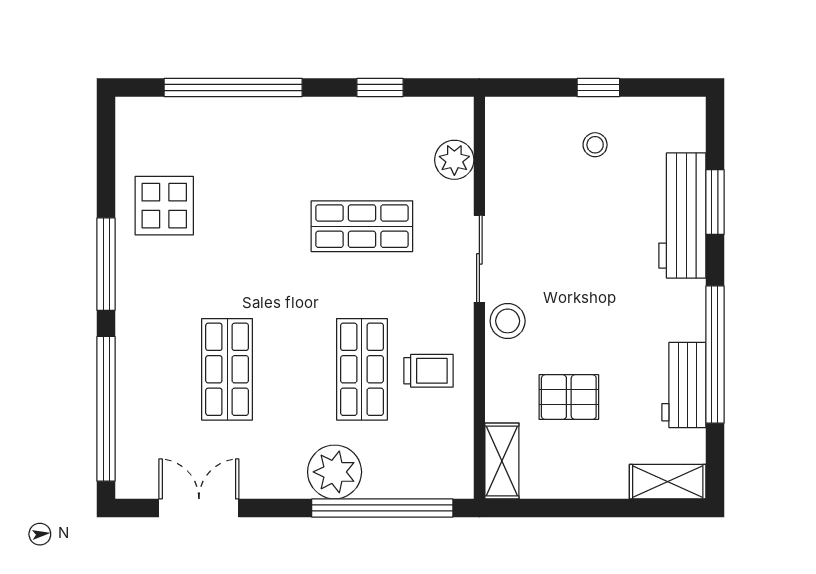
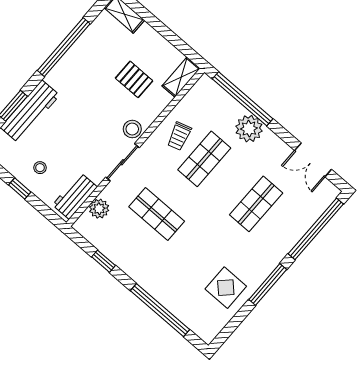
trolley: (429, 371) -> (179, 136), turned -107
workbench: (684, 385) -> (75, 196), moved, turned 180

